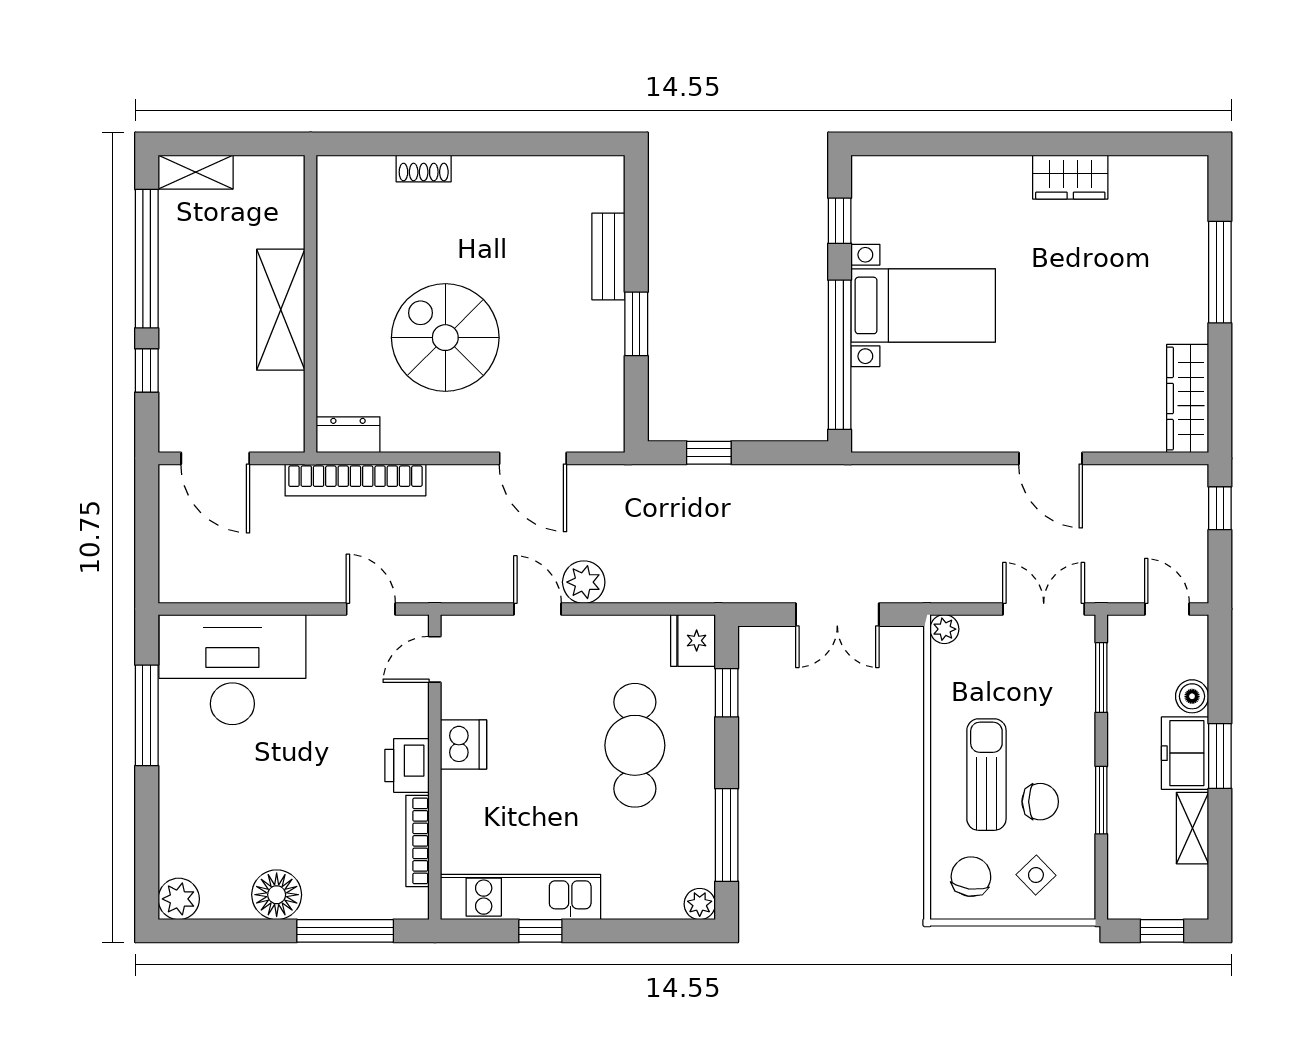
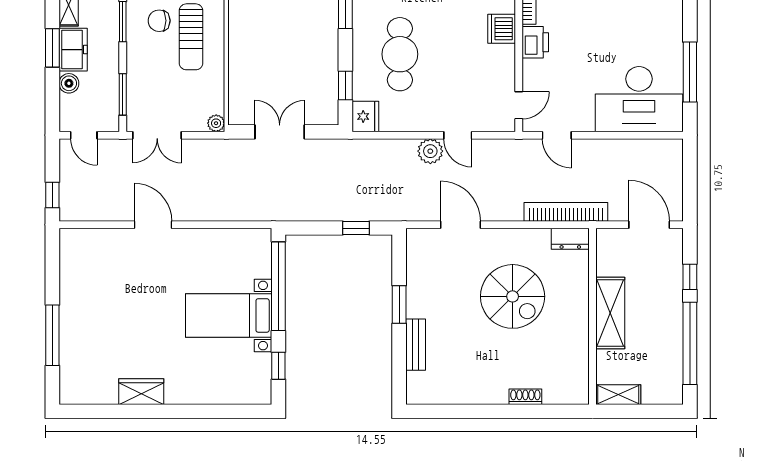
shelving: (196, 172) -> (618, 395), moved
wardrobe: (1188, 399) -> (72, 260), removed
dishwasher: (463, 744) -> (502, 29), moved

